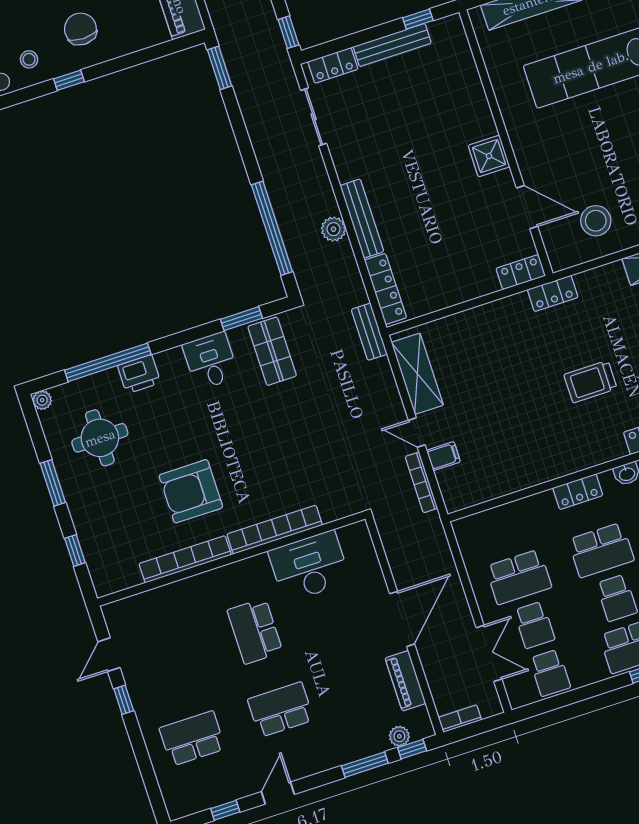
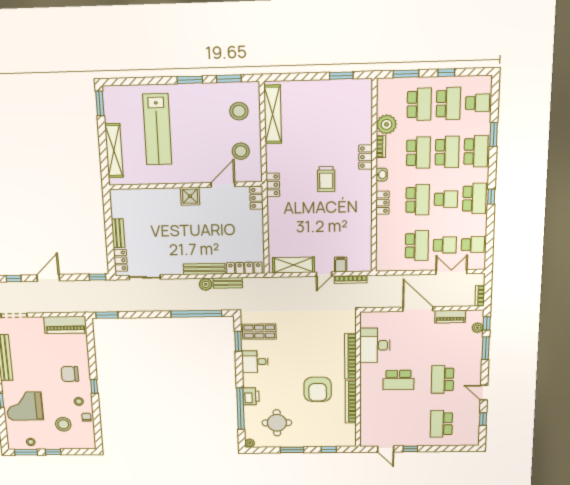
window: (418, 19) -> (108, 211), removed
bench: (392, 45) -> (118, 233), width x0.73
bench: (369, 332) -> (228, 283), moved

